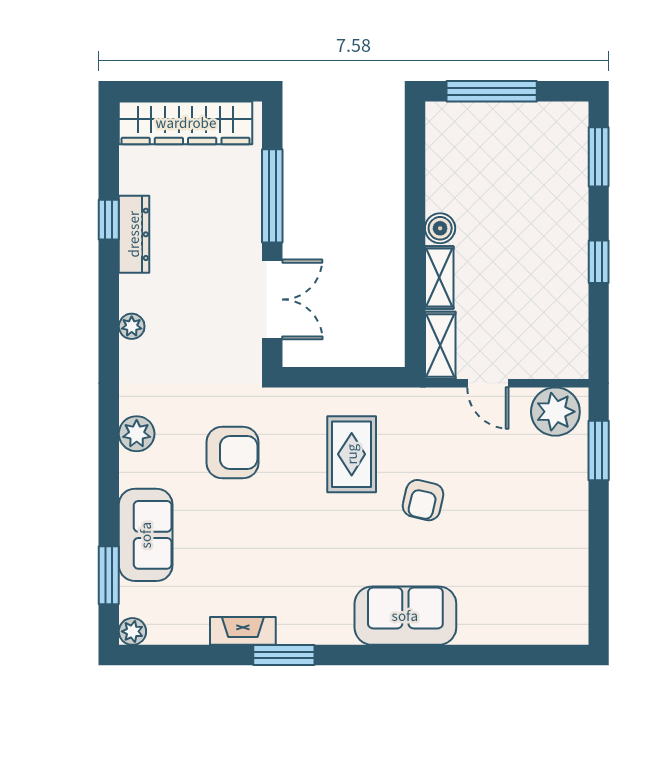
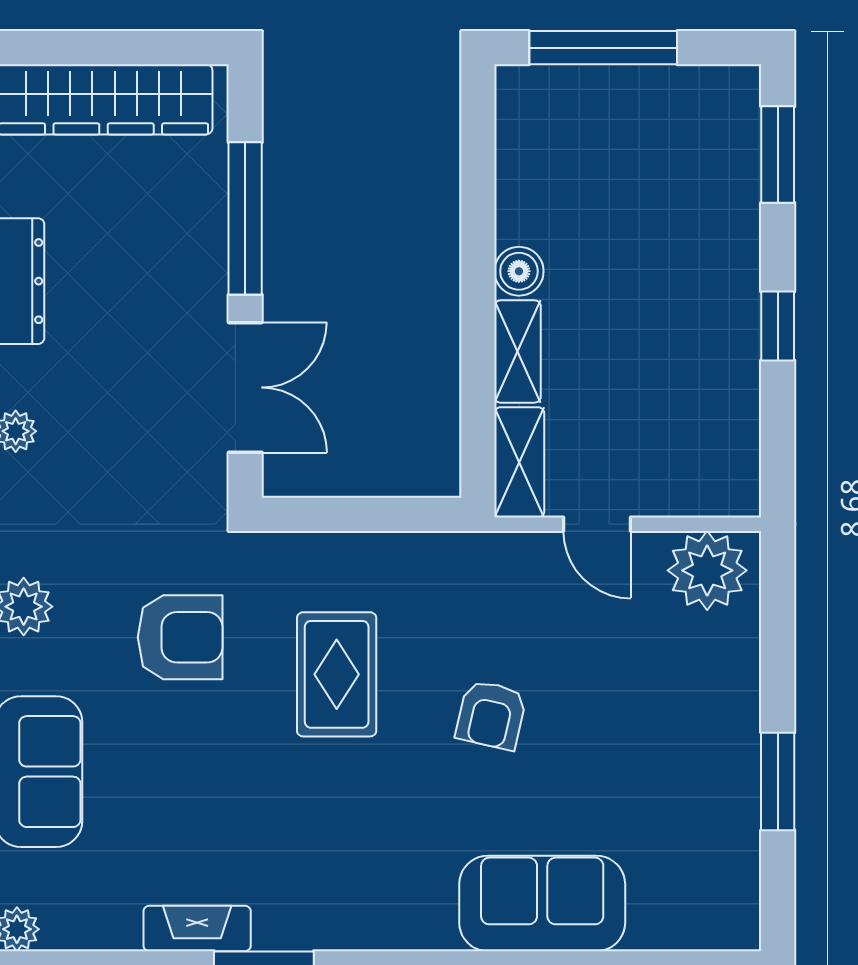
window: (599, 451) -> (778, 781), moved
rug: (352, 454) -> (337, 674), moved
sofa: (405, 616) -> (542, 903), moved

